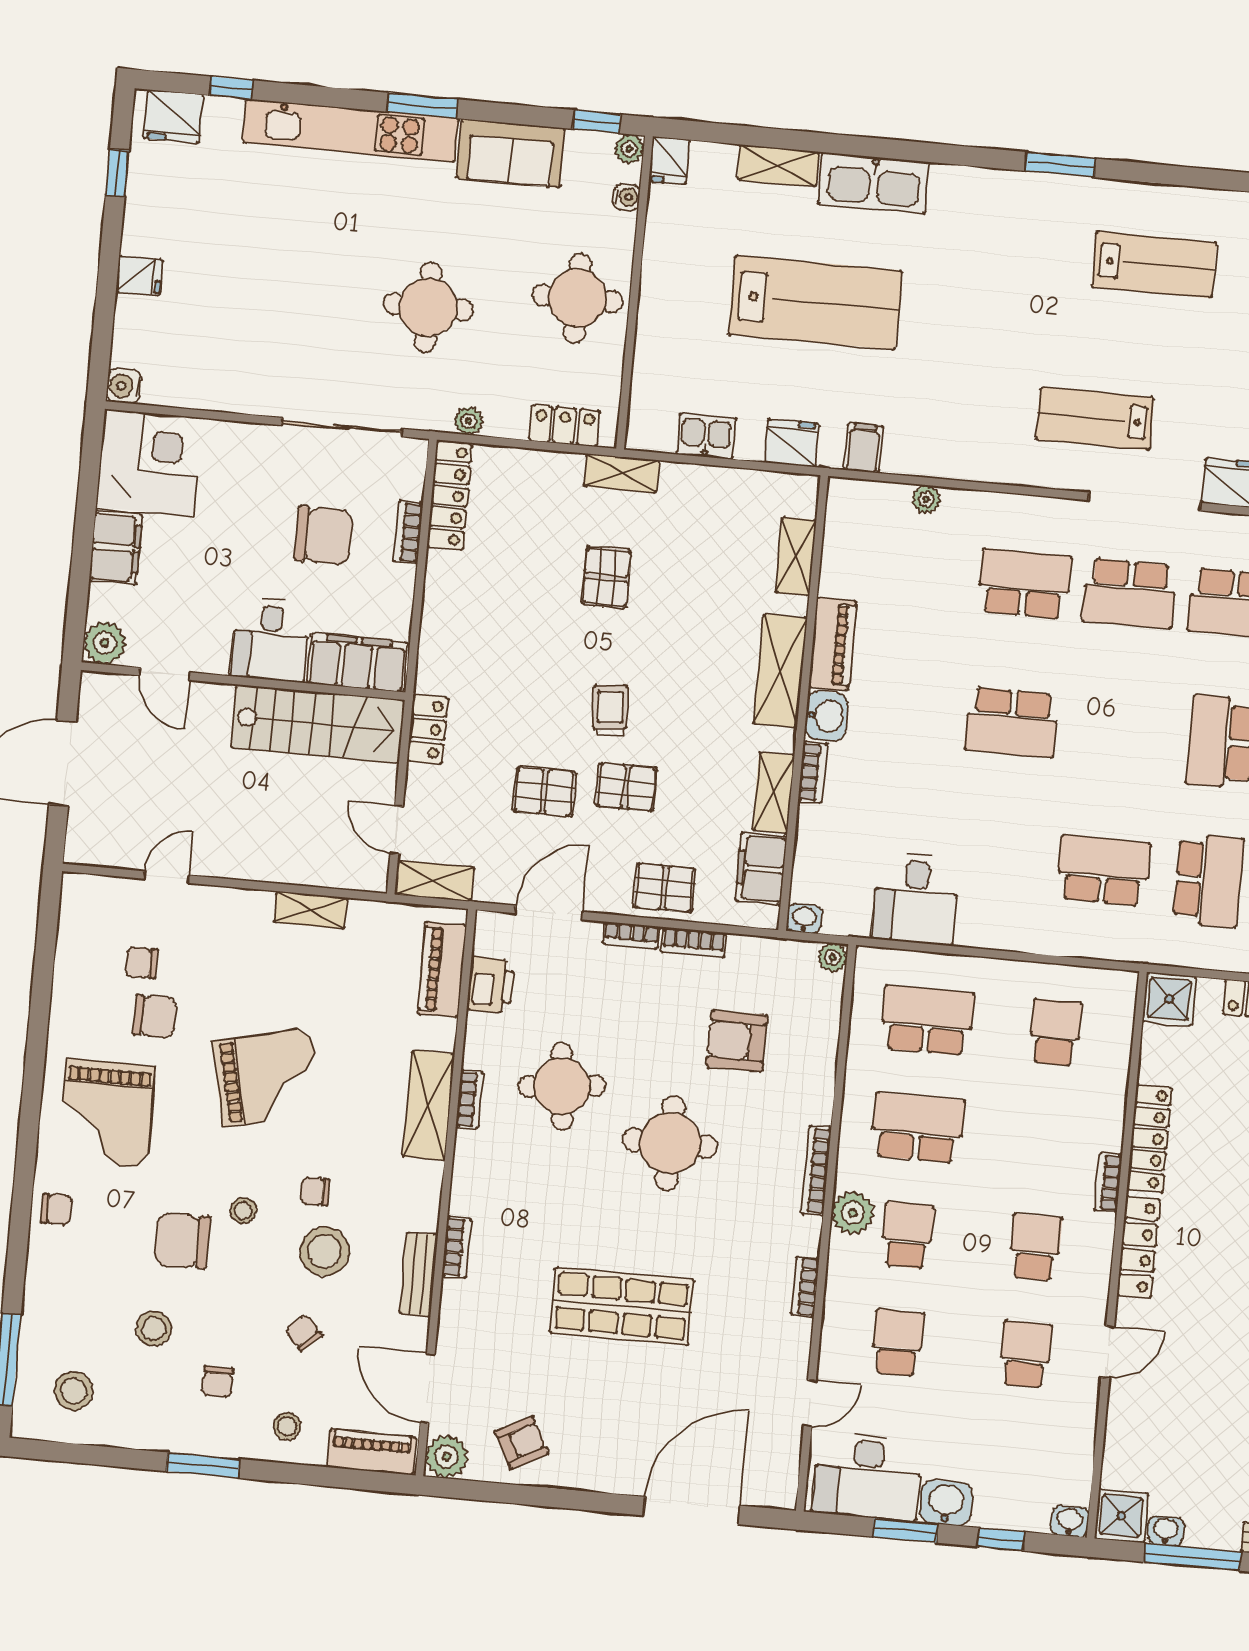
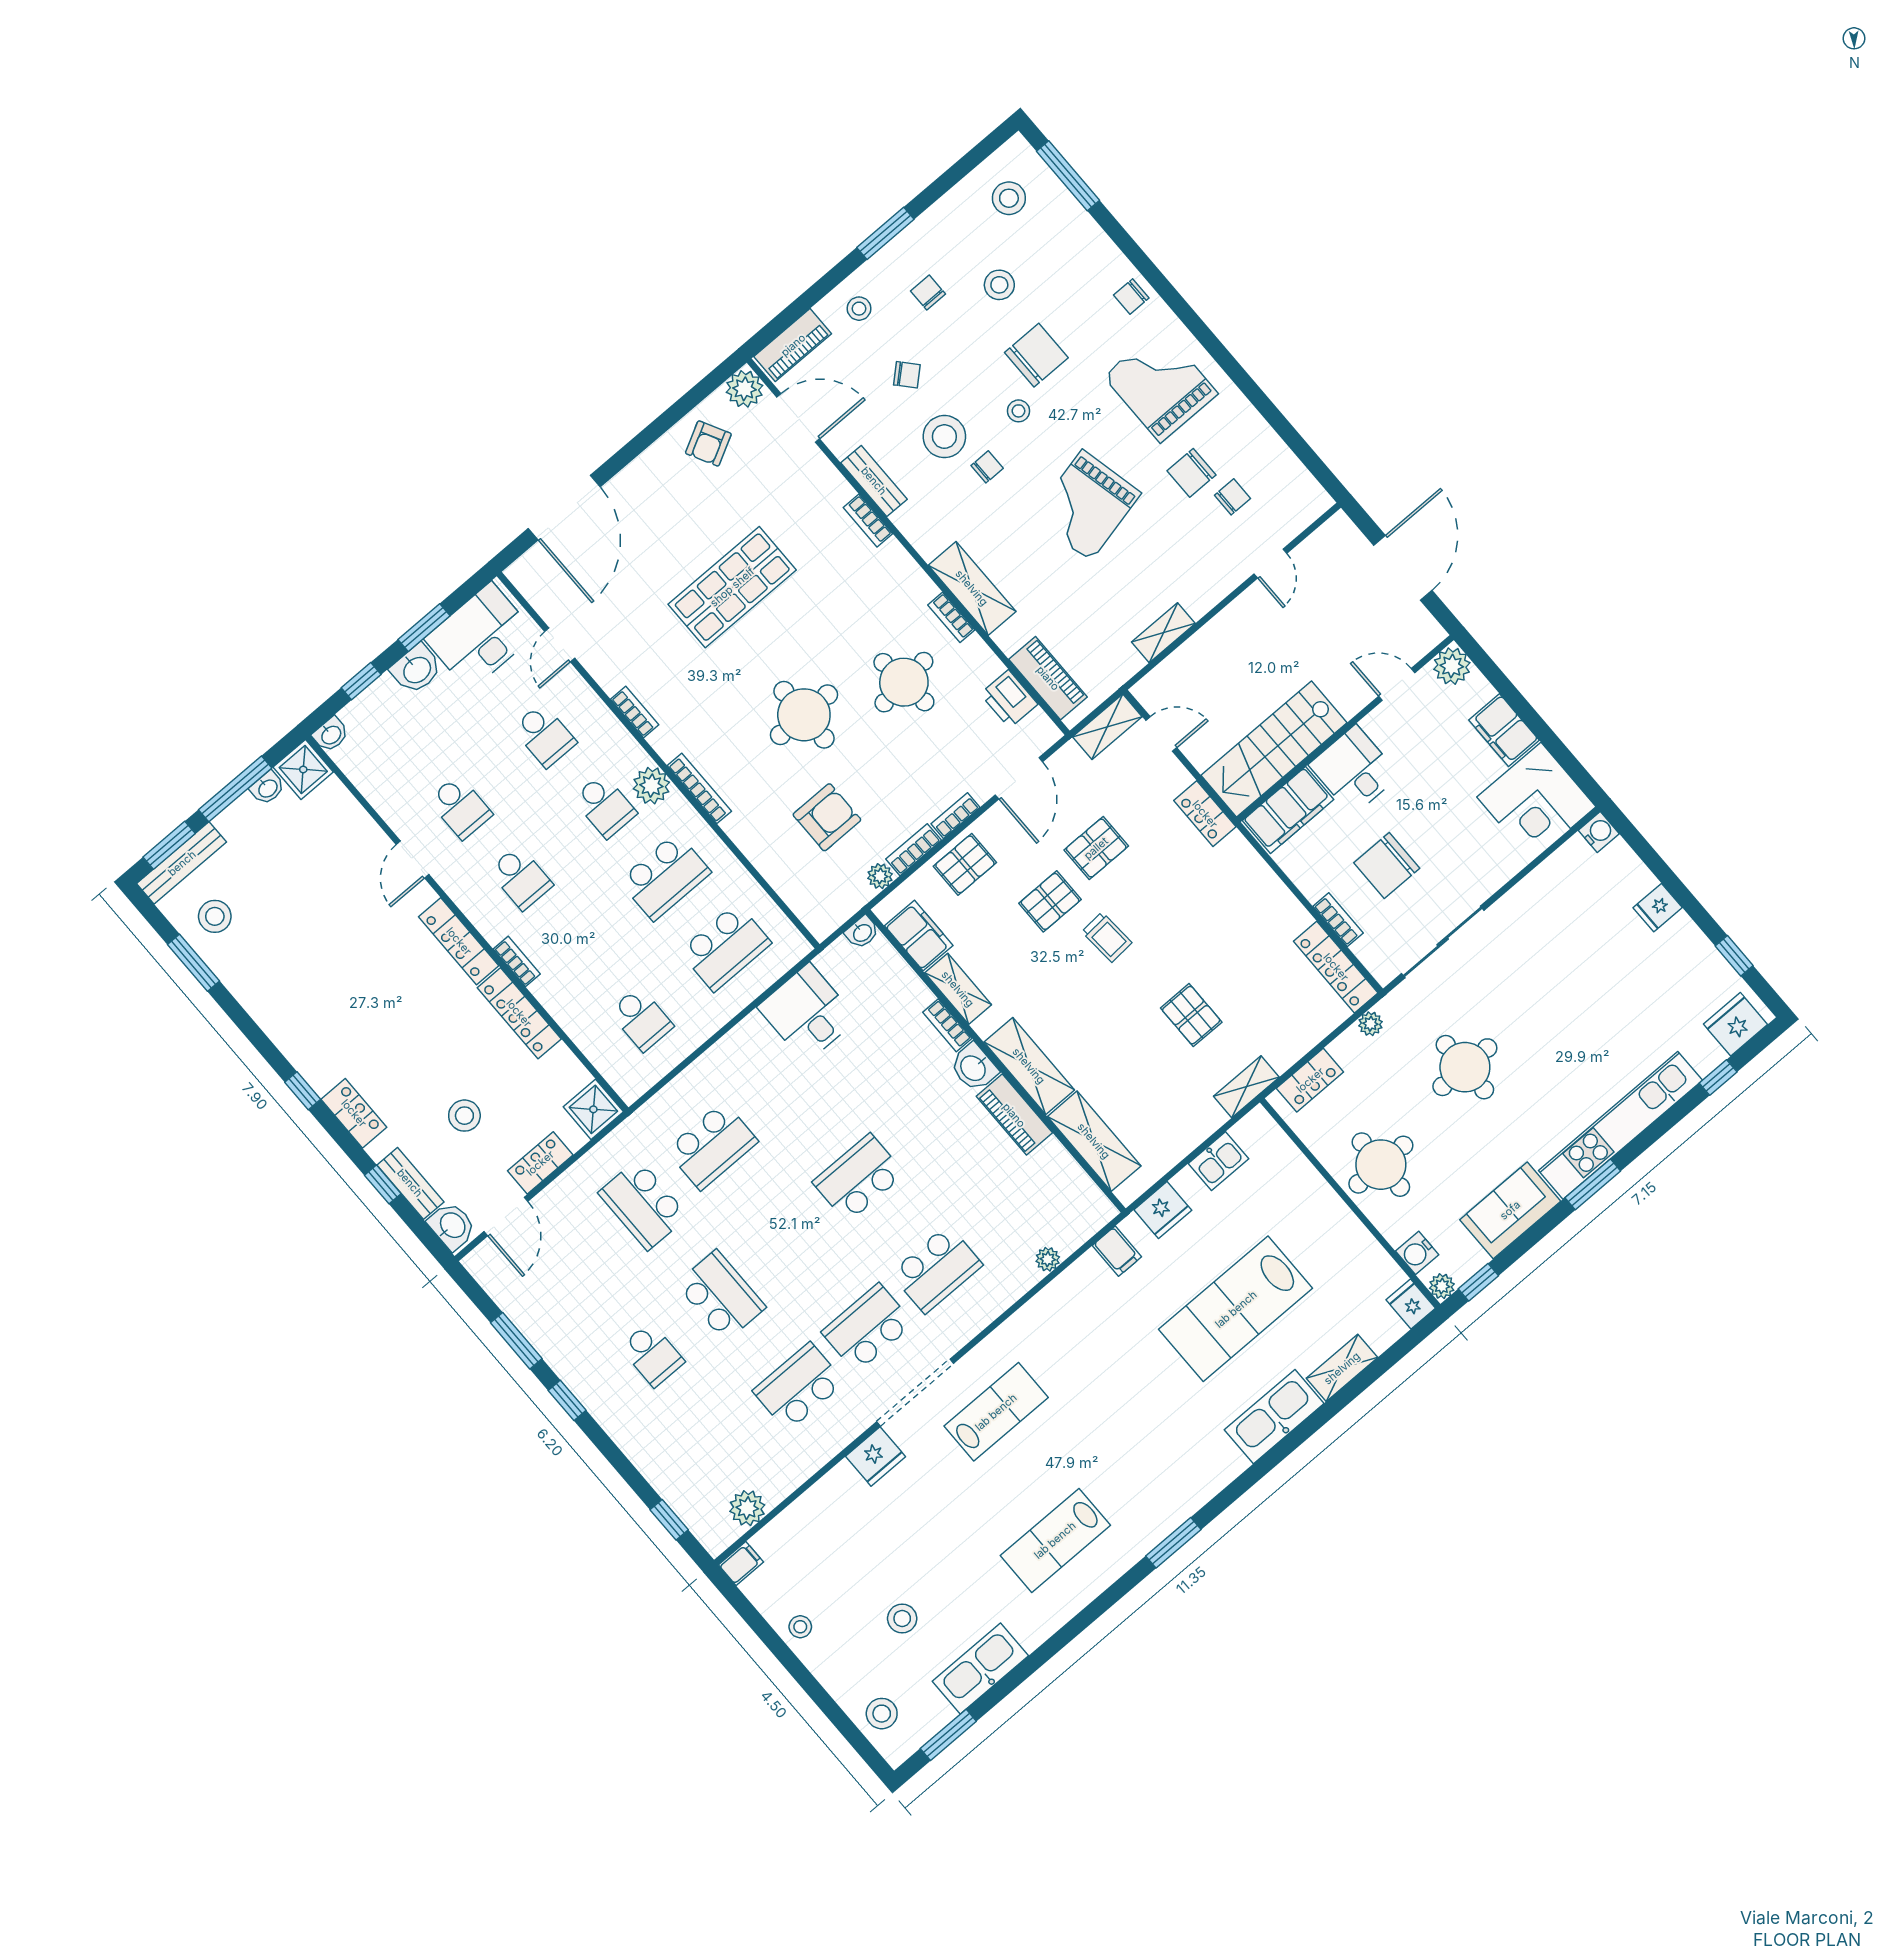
water cooler: (627, 197) -> (1417, 1253), width x1.38, depth x1.38
shelving: (796, 556) -> (1094, 1141), width x1.50, depth x1.33
plant: (833, 957) -> (880, 876), moved

